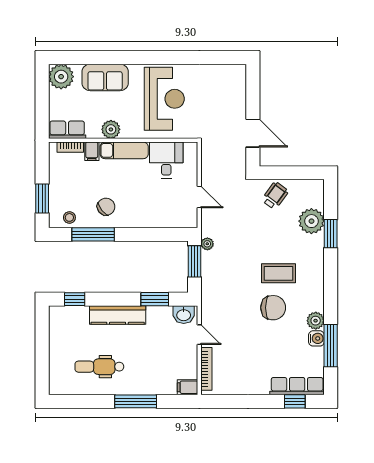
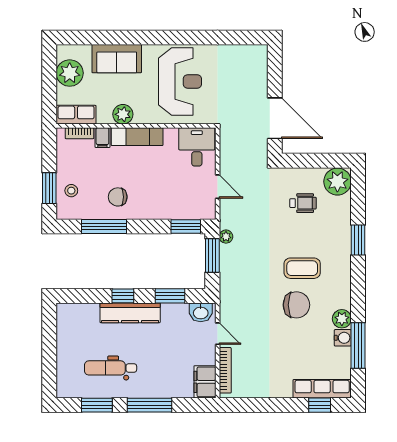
plant: (61, 77) -> (70, 73), moved
door: (253, 133) -> (275, 118), width x1.36
desk: (166, 160) -> (197, 147), moved
wheelchair: (275, 196) -> (303, 203), moved, turned 54
chair: (106, 207) -> (118, 197), turned -142
stool: (69, 217) -> (71, 191), moved
plant: (311, 221) -> (337, 182), moved
window: (170, 234) -> (186, 226), added
window: (331, 234) -> (358, 240), moved
window: (75, 299) -> (123, 296), moved
filing cabinet: (188, 387) -> (205, 382), width x2.00
window: (87, 401) -> (97, 405), added

